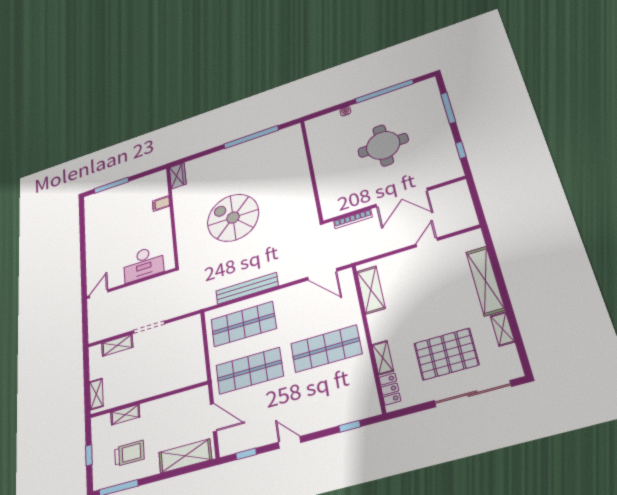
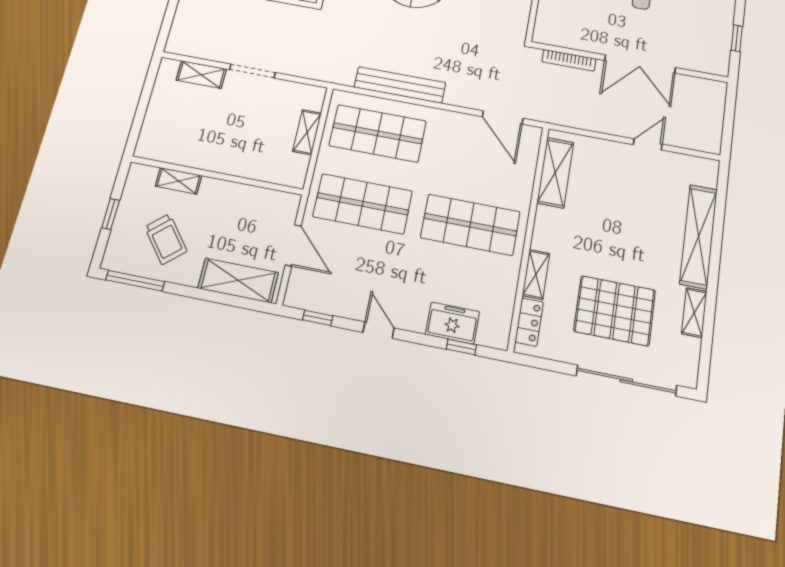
shelving: (96, 394) -> (307, 132), moved
freezer: (338, 414) -> (453, 323), added
trolley: (129, 453) -> (166, 239), turned 50

